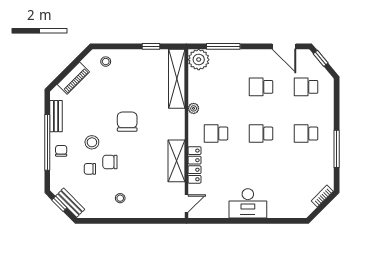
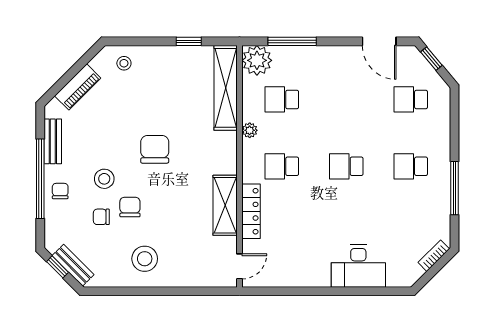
school desk: (261, 87) -> (282, 99), moved
chair: (110, 162) -> (130, 207), turned 90
stool: (120, 198) -> (145, 259), width x1.89, depth x1.89
desk: (248, 203) -> (358, 266), moved

